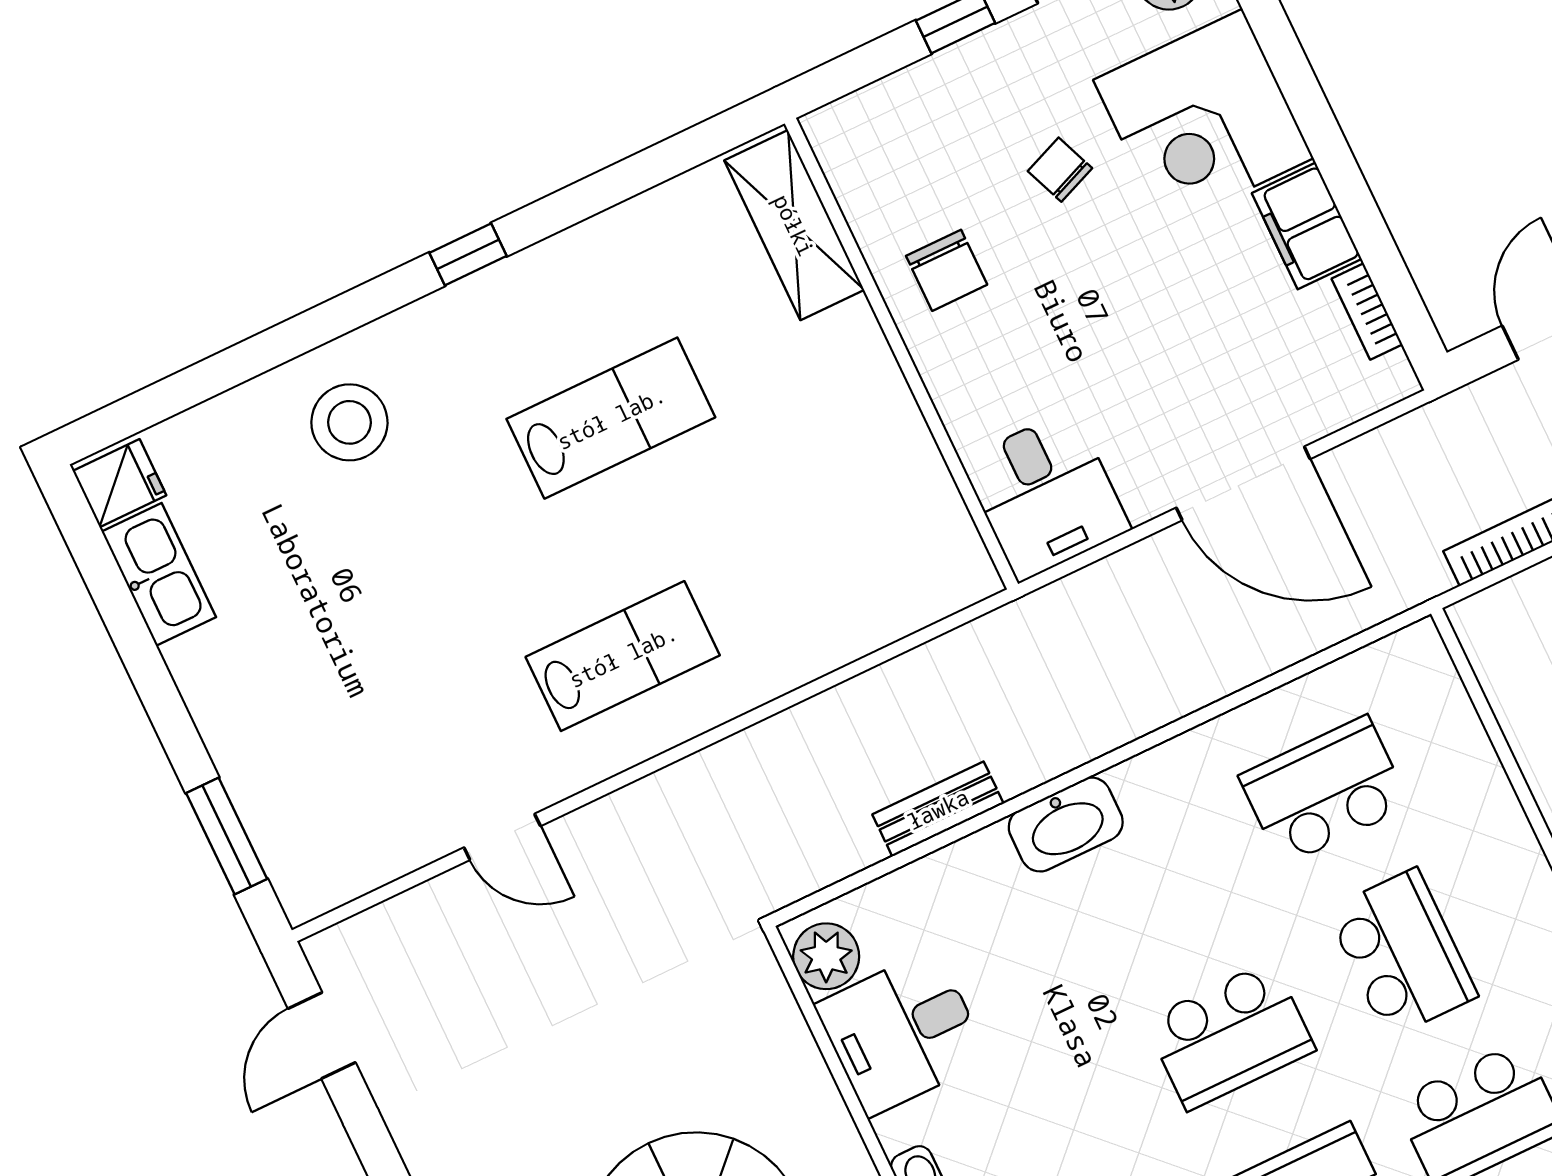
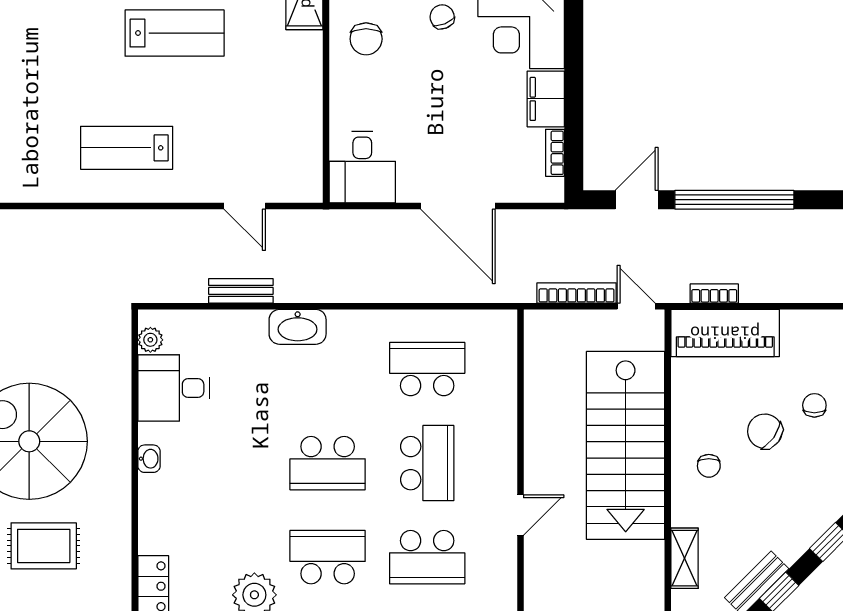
lab bench: (623, 656) -> (127, 148), turned 180
door: (502, 837) -> (245, 206), moved
plant: (826, 956) -> (150, 340), width x0.73, depth x0.73

